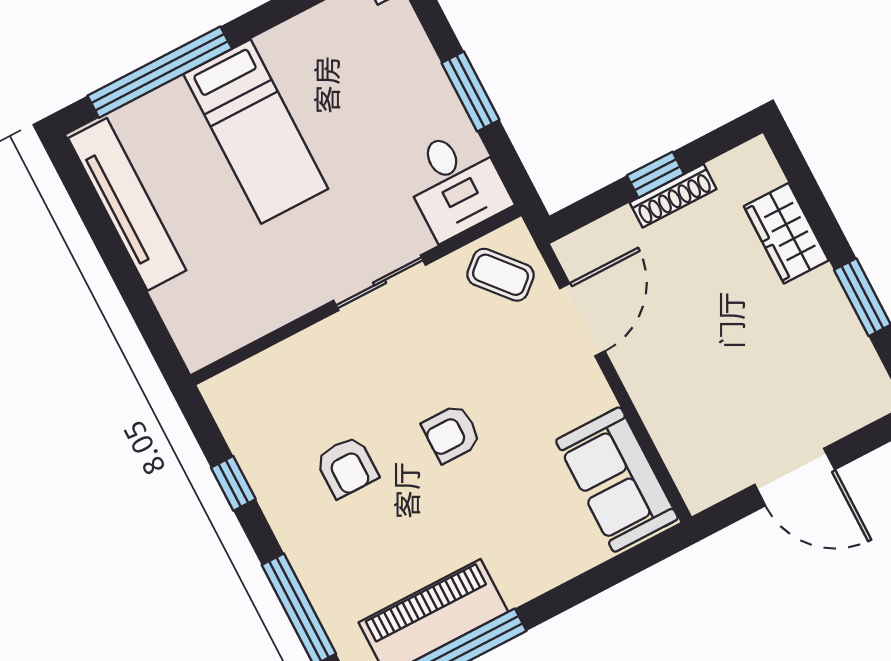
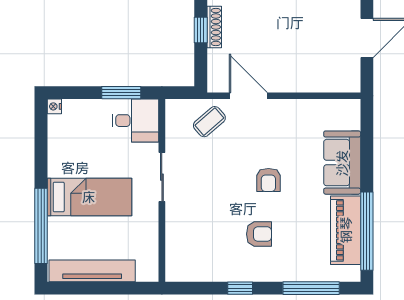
desk: (455, 183) -> (135, 121), moved
sliding door: (380, 283) -> (162, 177), moved
wall: (356, 295) -> (162, 190), moved
sofa: (617, 480) -> (342, 163), moved, turned 90

